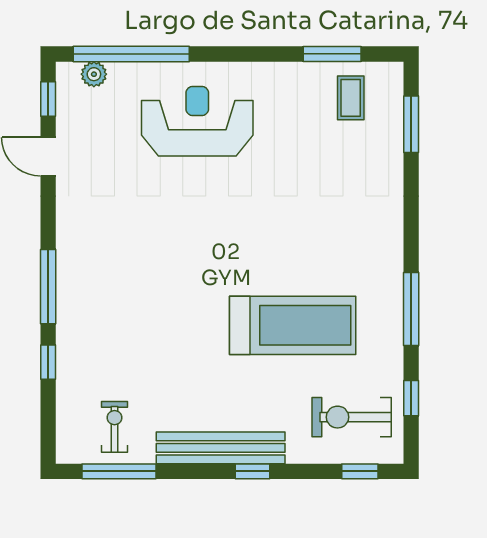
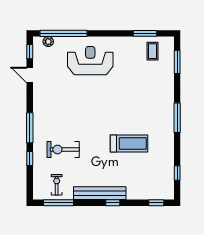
window: (411, 309) -> (177, 118), moved
treadmill: (293, 325) -> (129, 143), width x0.73, depth x0.73
exercise bike: (352, 417) -> (63, 149), moved

